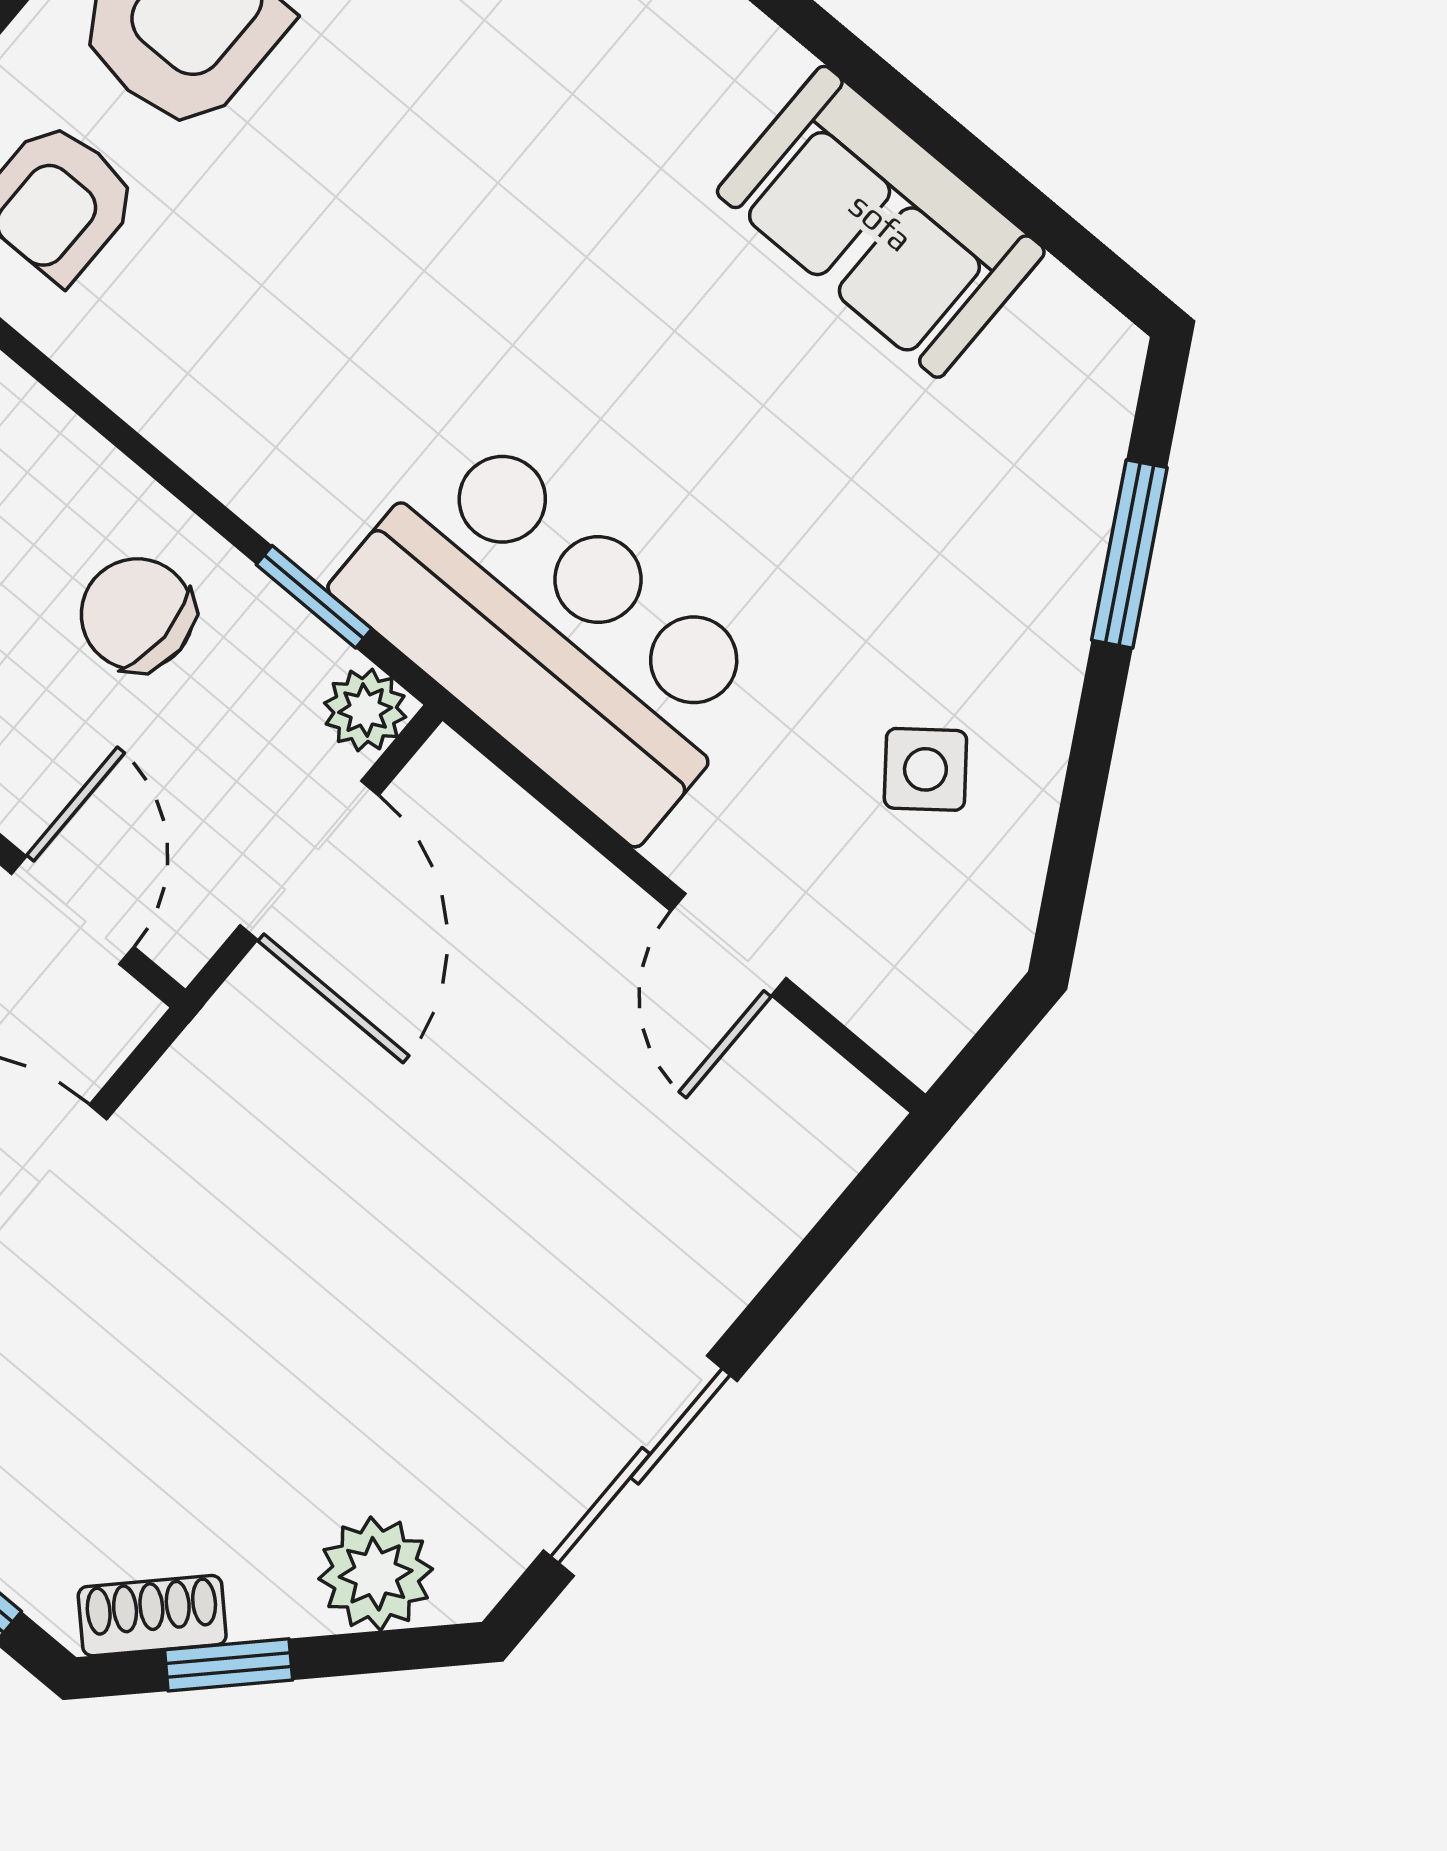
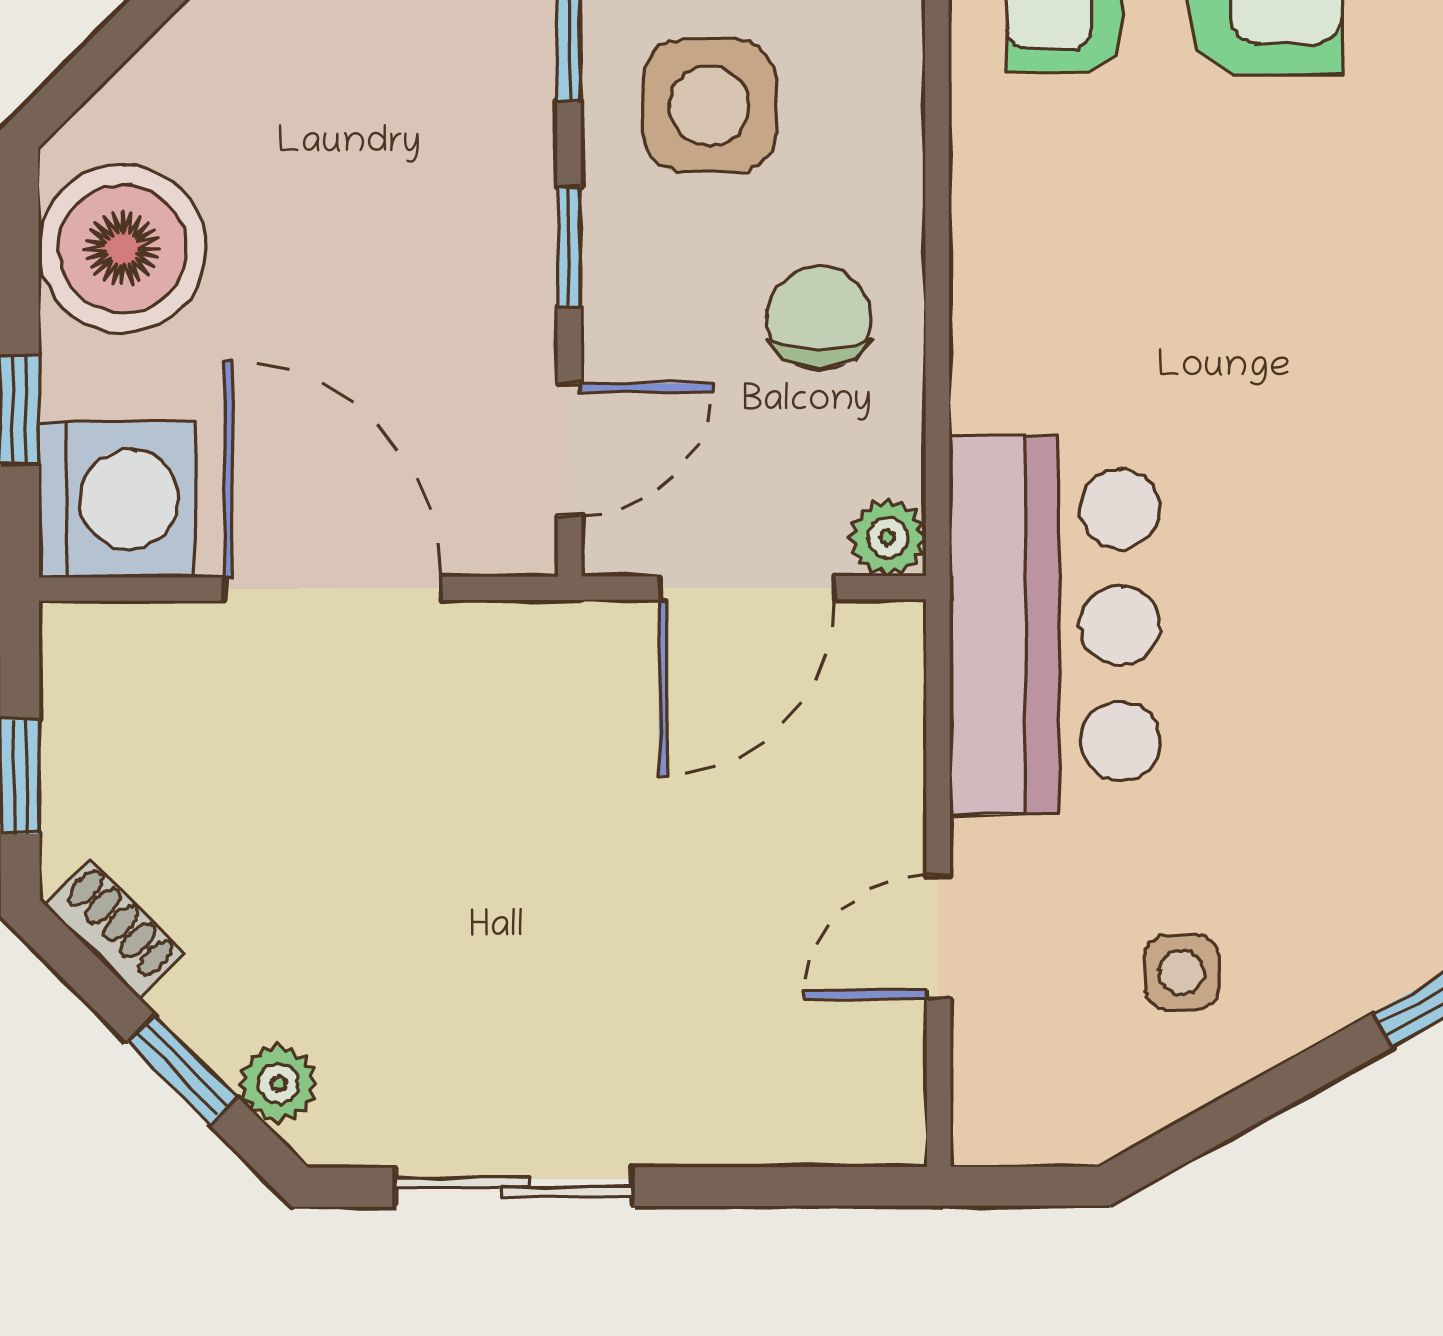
window: (314, 597) -> (938, 433), removed
side table: (925, 769) -> (1181, 972), turned 38
plant: (376, 1574) -> (279, 1084), width x0.73, depth x0.73
window: (229, 1665) -> (182, 1070), moved

